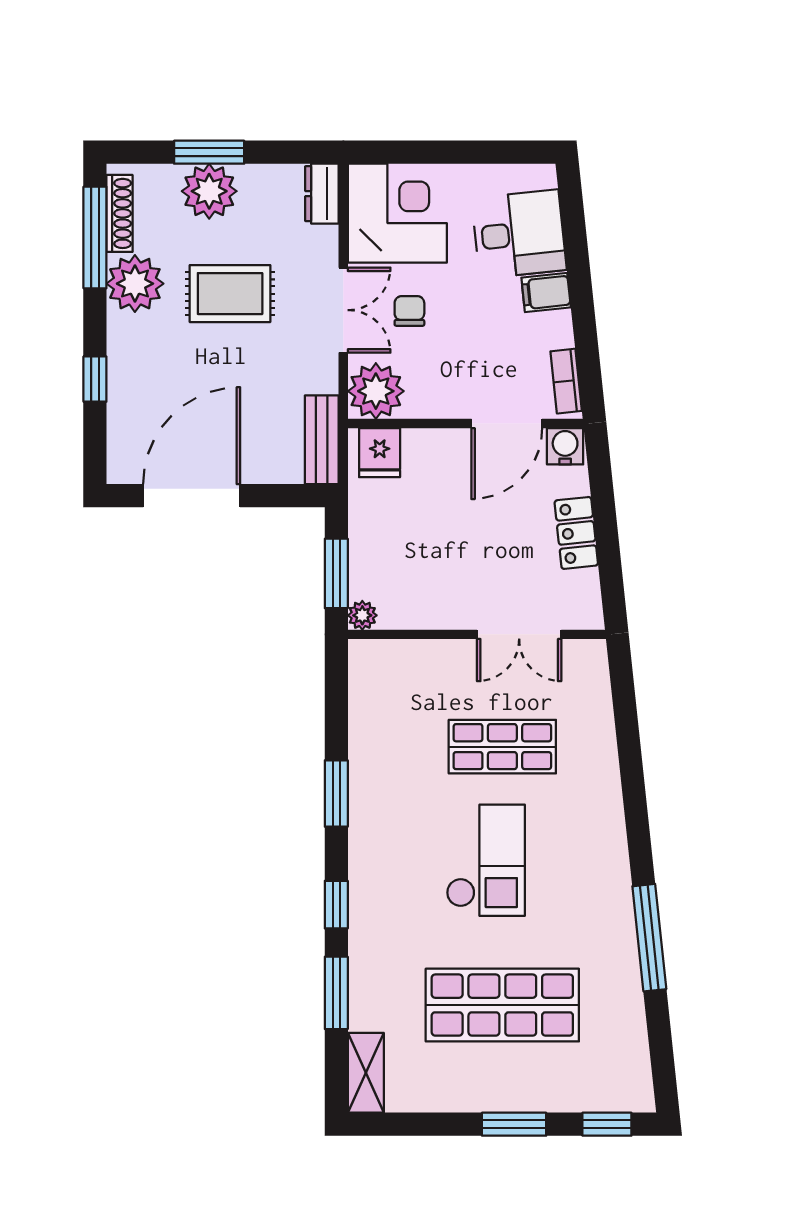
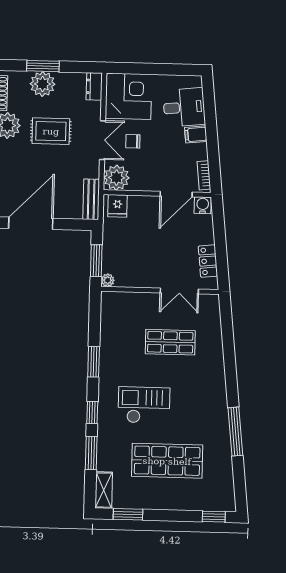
chair: (409, 311) -> (133, 141), turned -90
locker: (576, 533) -> (208, 261), moved
checkout: (486, 860) -> (144, 405), moved, turned -90
window: (514, 1124) -> (128, 514), moved

